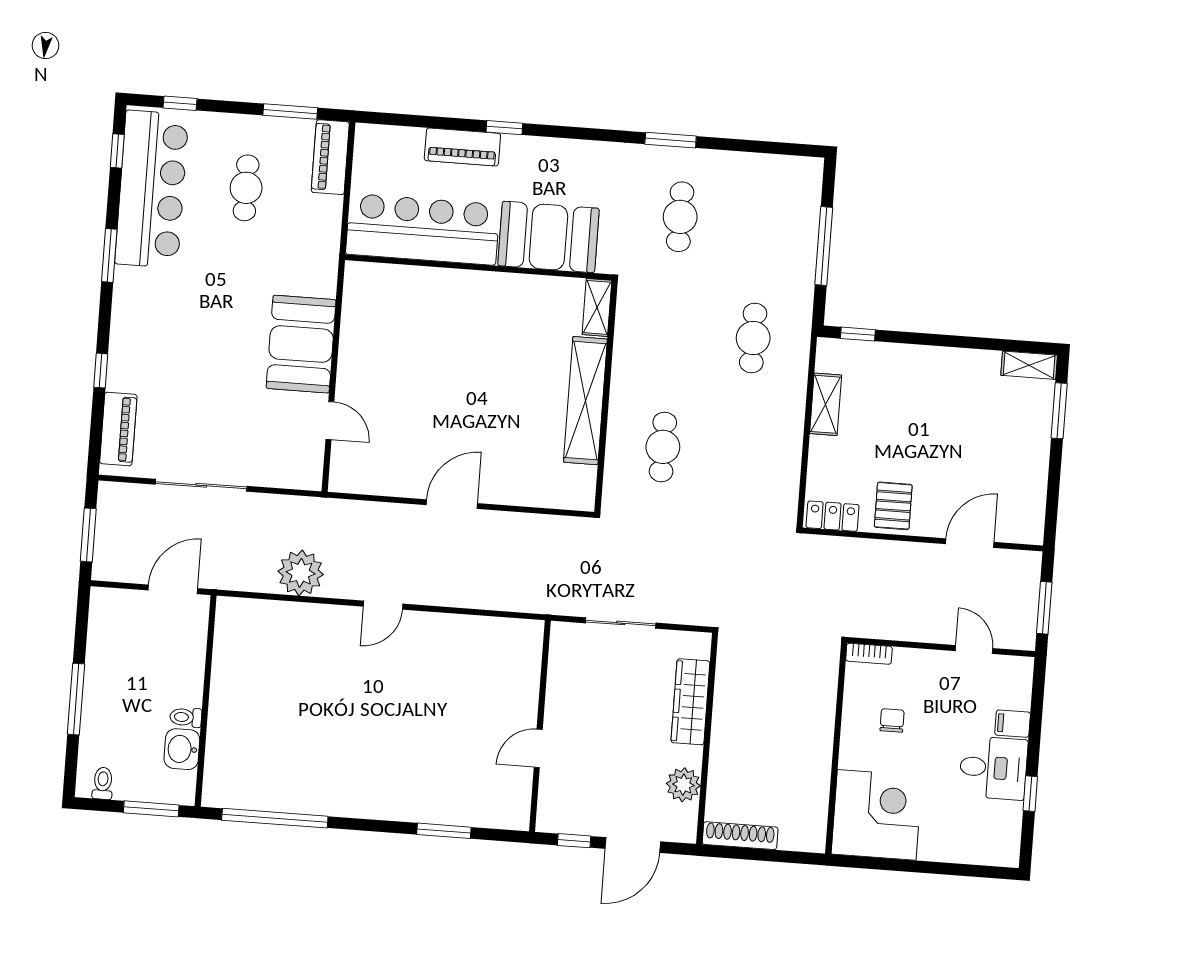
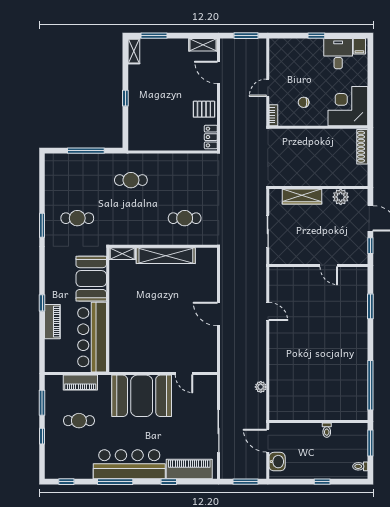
window: (180, 103) -> (42, 436), moved
piano: (330, 157) -> (80, 383), moved
bar counter: (152, 189) -> (129, 464), moved
window: (109, 255) -> (115, 482), width x1.44
window: (858, 334) -> (125, 98), moved
booth: (301, 344) -> (142, 396), width x1.36, depth x1.42
shelving: (826, 404) -> (203, 45), moved
door: (330, 421) -> (184, 374), swing flipped
piano: (118, 429) -> (189, 469), width x1.37, depth x1.33
plant: (301, 573) -> (261, 387), width x0.53, depth x0.53
door: (383, 605) -> (268, 312), moved
door: (974, 650) -> (268, 88), moved
window: (76, 699) -> (322, 482), width x0.46
filing cabinet: (1013, 724) -> (359, 46), moved
washbasin: (182, 749) -> (277, 462), moved, turned -90
desk: (993, 768) -> (338, 54), moved
window: (1030, 794) -> (316, 36), moved
shoe rack: (740, 836) -> (362, 147), moved

